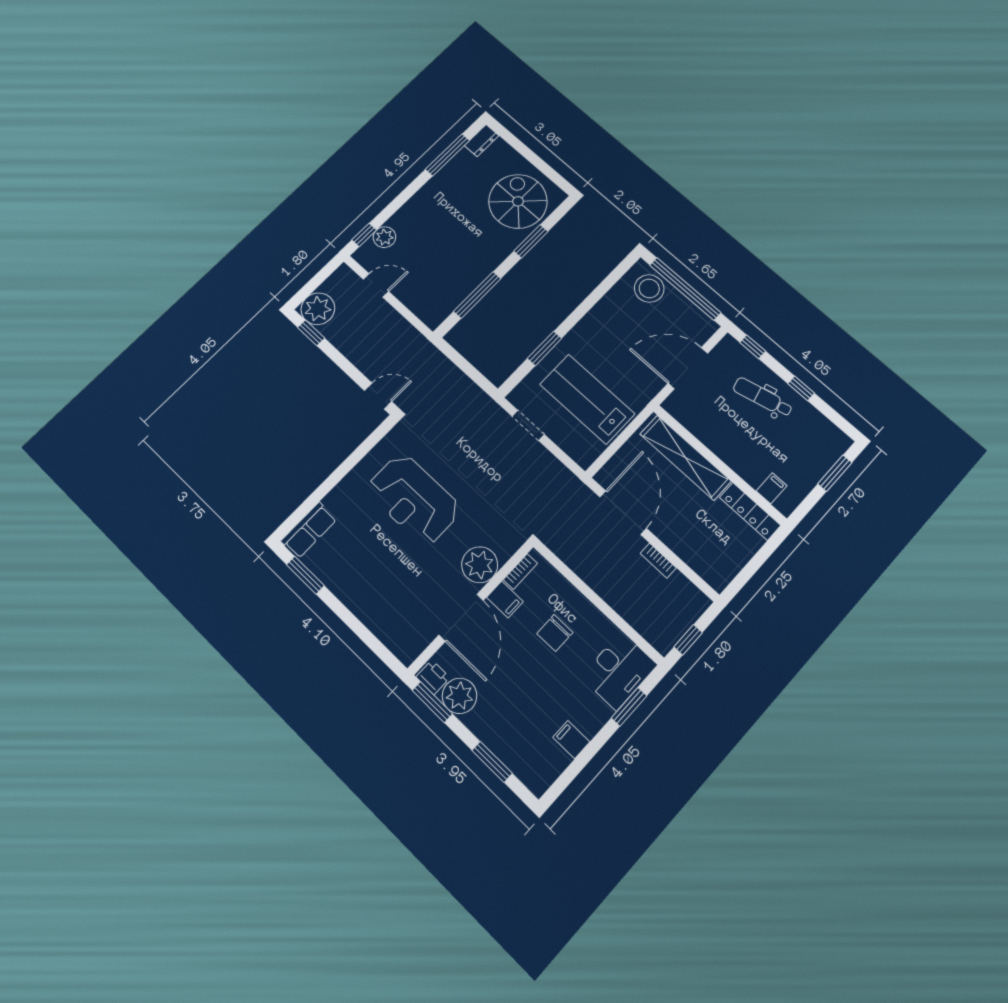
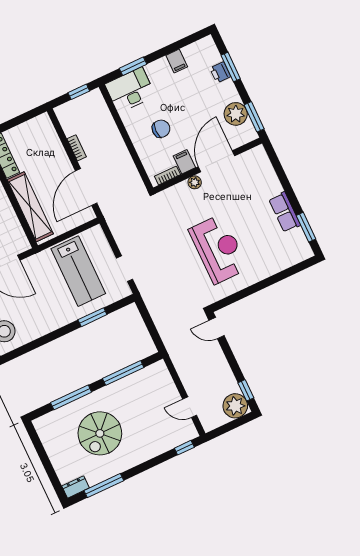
spiral stairs: (518, 201) -> (100, 433), moved
plant: (384, 237) -> (171, 440), removed
window: (531, 241) -> (71, 397), width x1.44
row of seats: (309, 530) -> (285, 212), moved, turned -90
plant: (480, 565) -> (195, 182), width x0.53, depth x0.53
printer: (433, 677) -> (220, 72), moved

